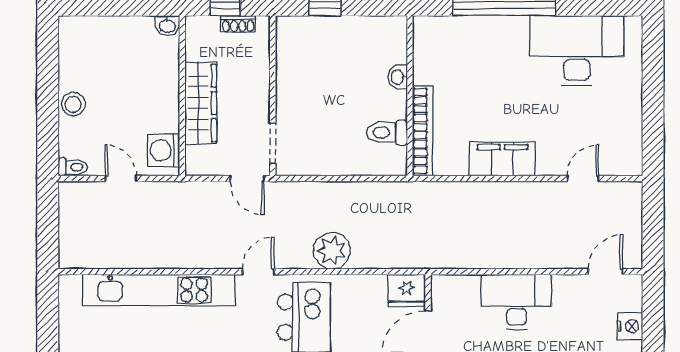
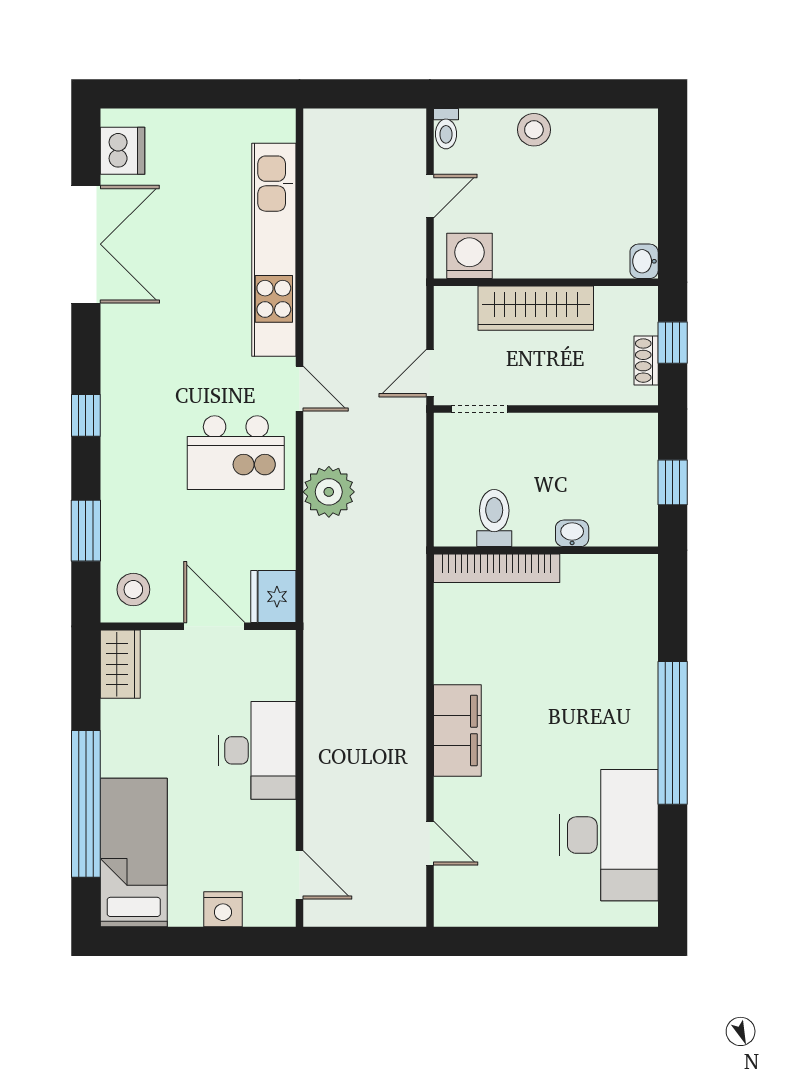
washbasin: (398, 77) -> (572, 533), moved
wall: (410, 96) -> (546, 550), moved
bookcase: (423, 131) -> (497, 568), moved
toilet: (387, 133) -> (494, 518), moved

